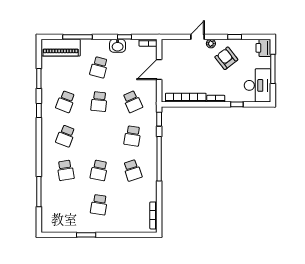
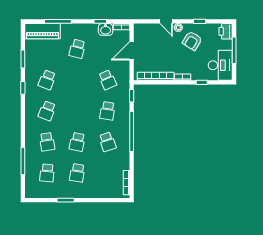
door: (198, 37) -> (166, 21), swing flipped
washbasin: (118, 46) -> (106, 29), moved
armchair: (226, 58) -> (192, 41), turned -110
school desk: (99, 102) -> (47, 173), moved

